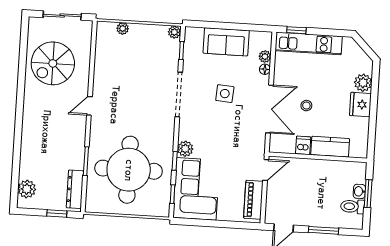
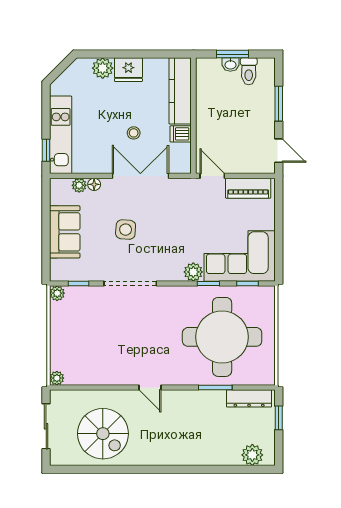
plant: (123, 29) -> (57, 378), moved
kitchen counter: (330, 147) -> (180, 91), width x1.50

